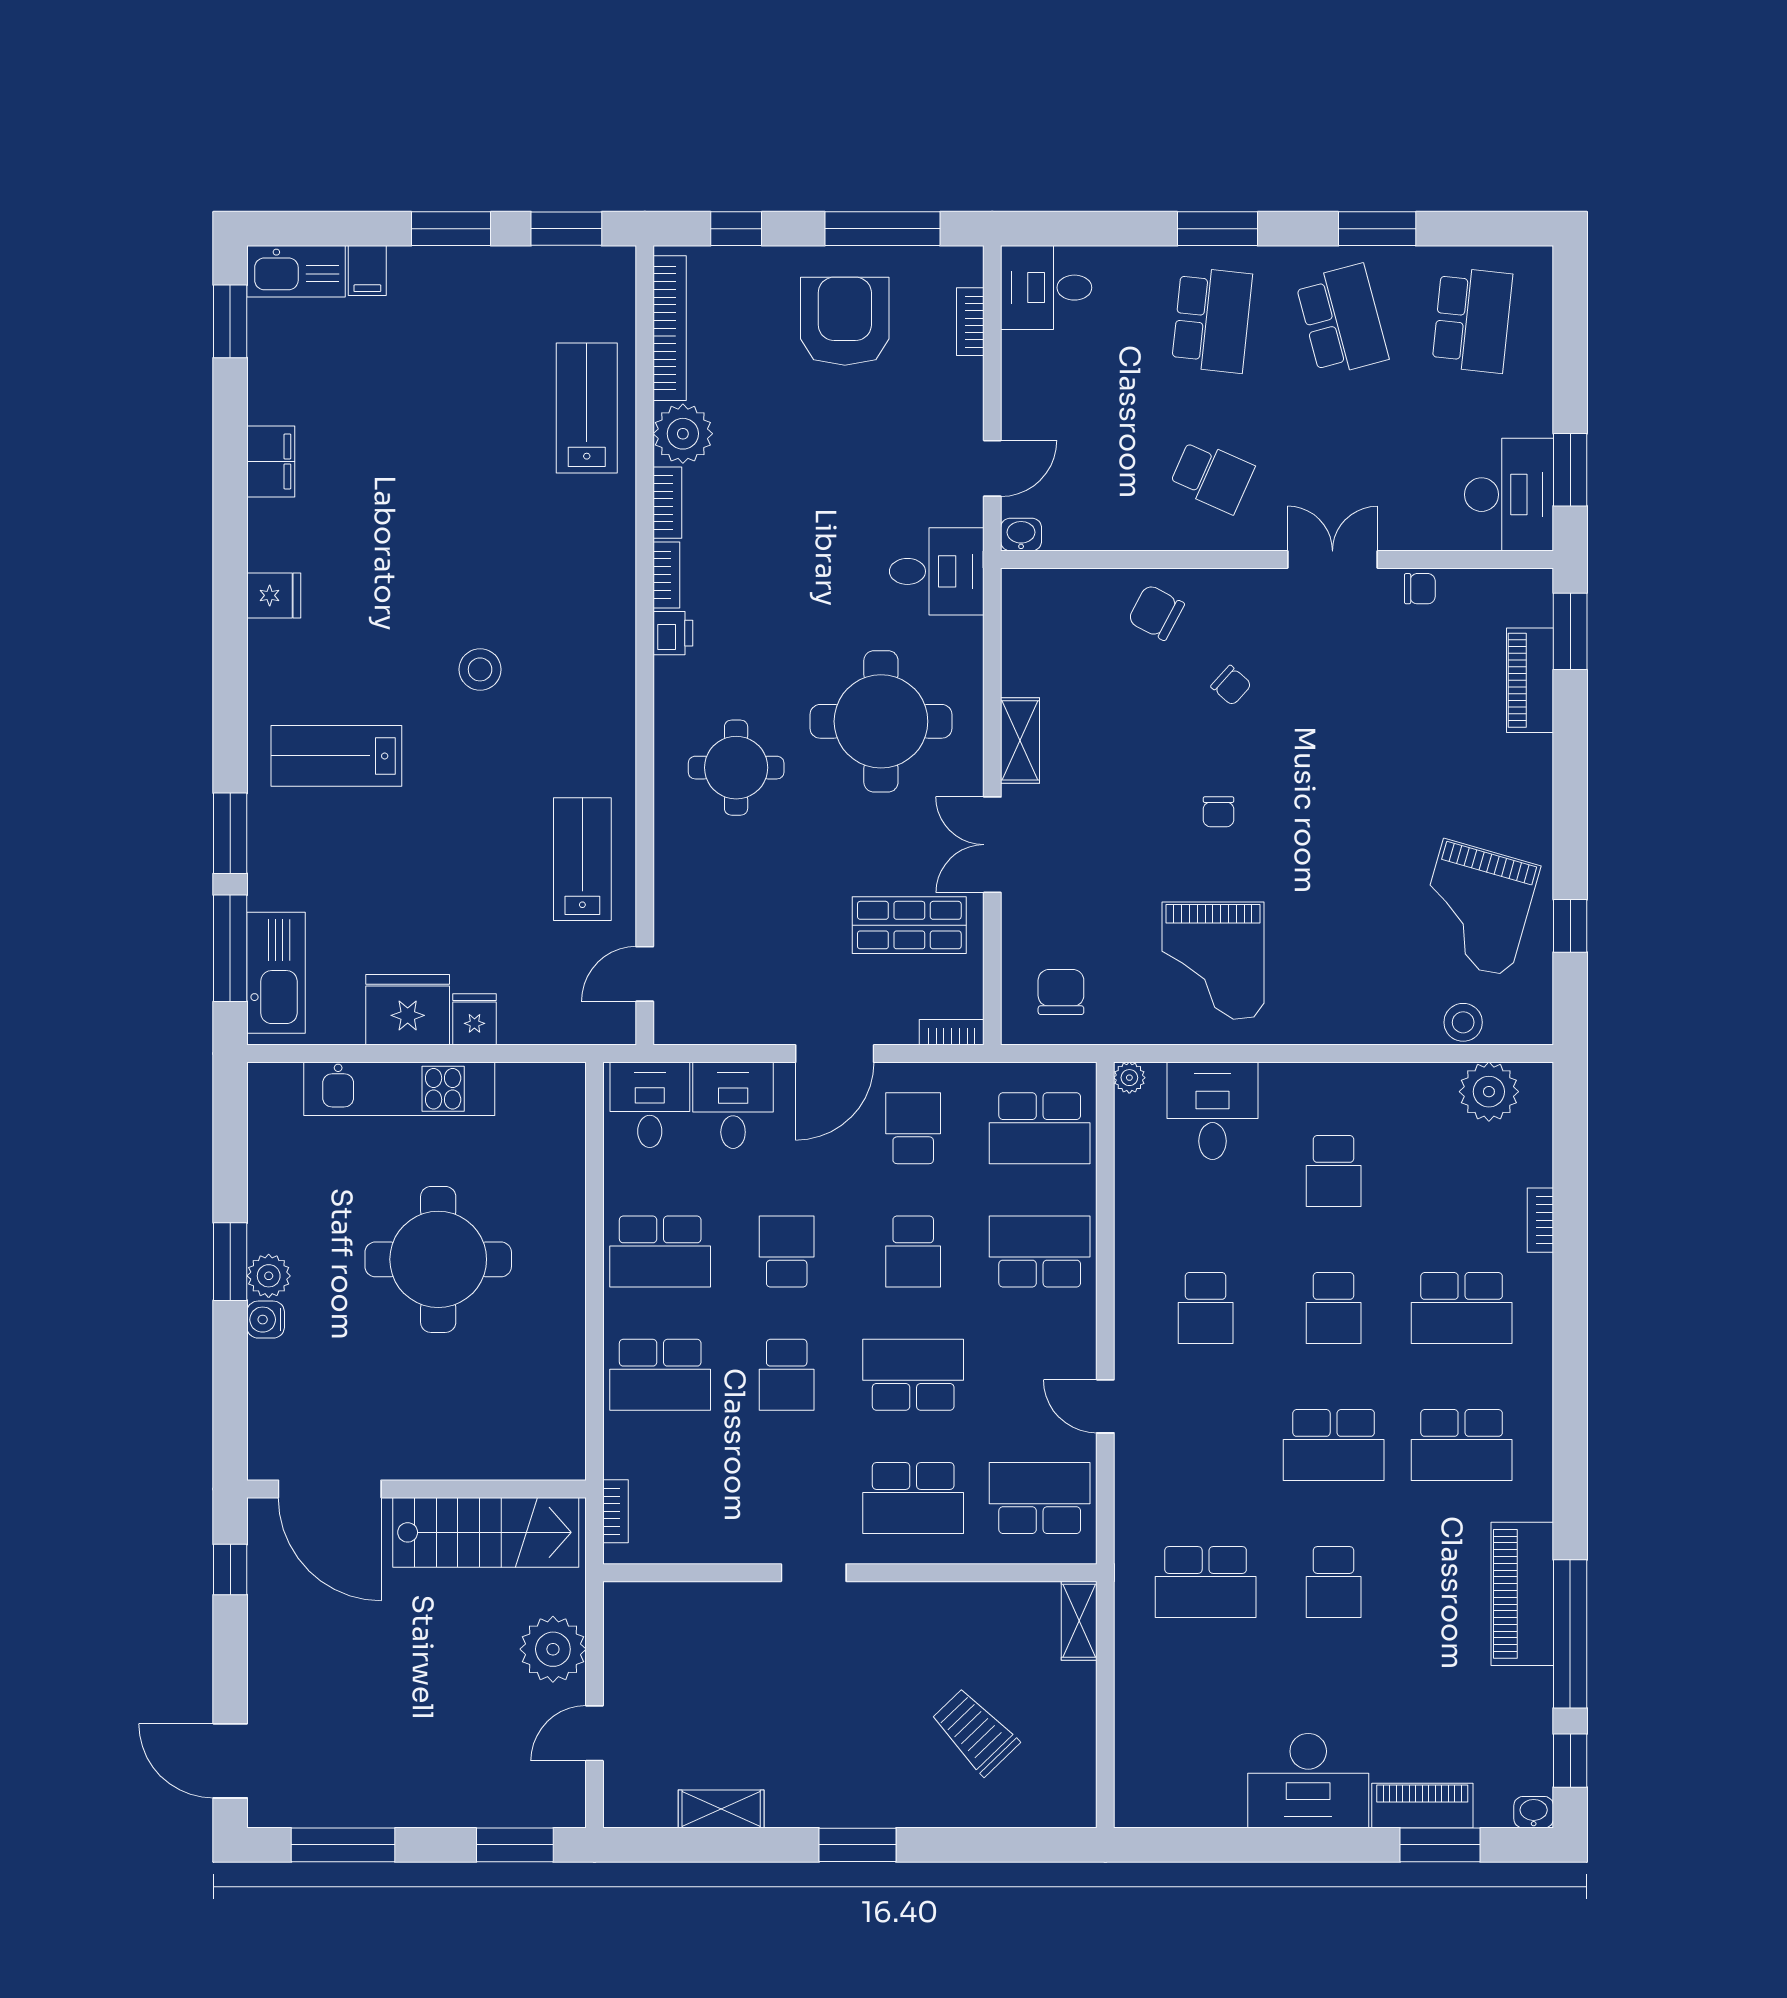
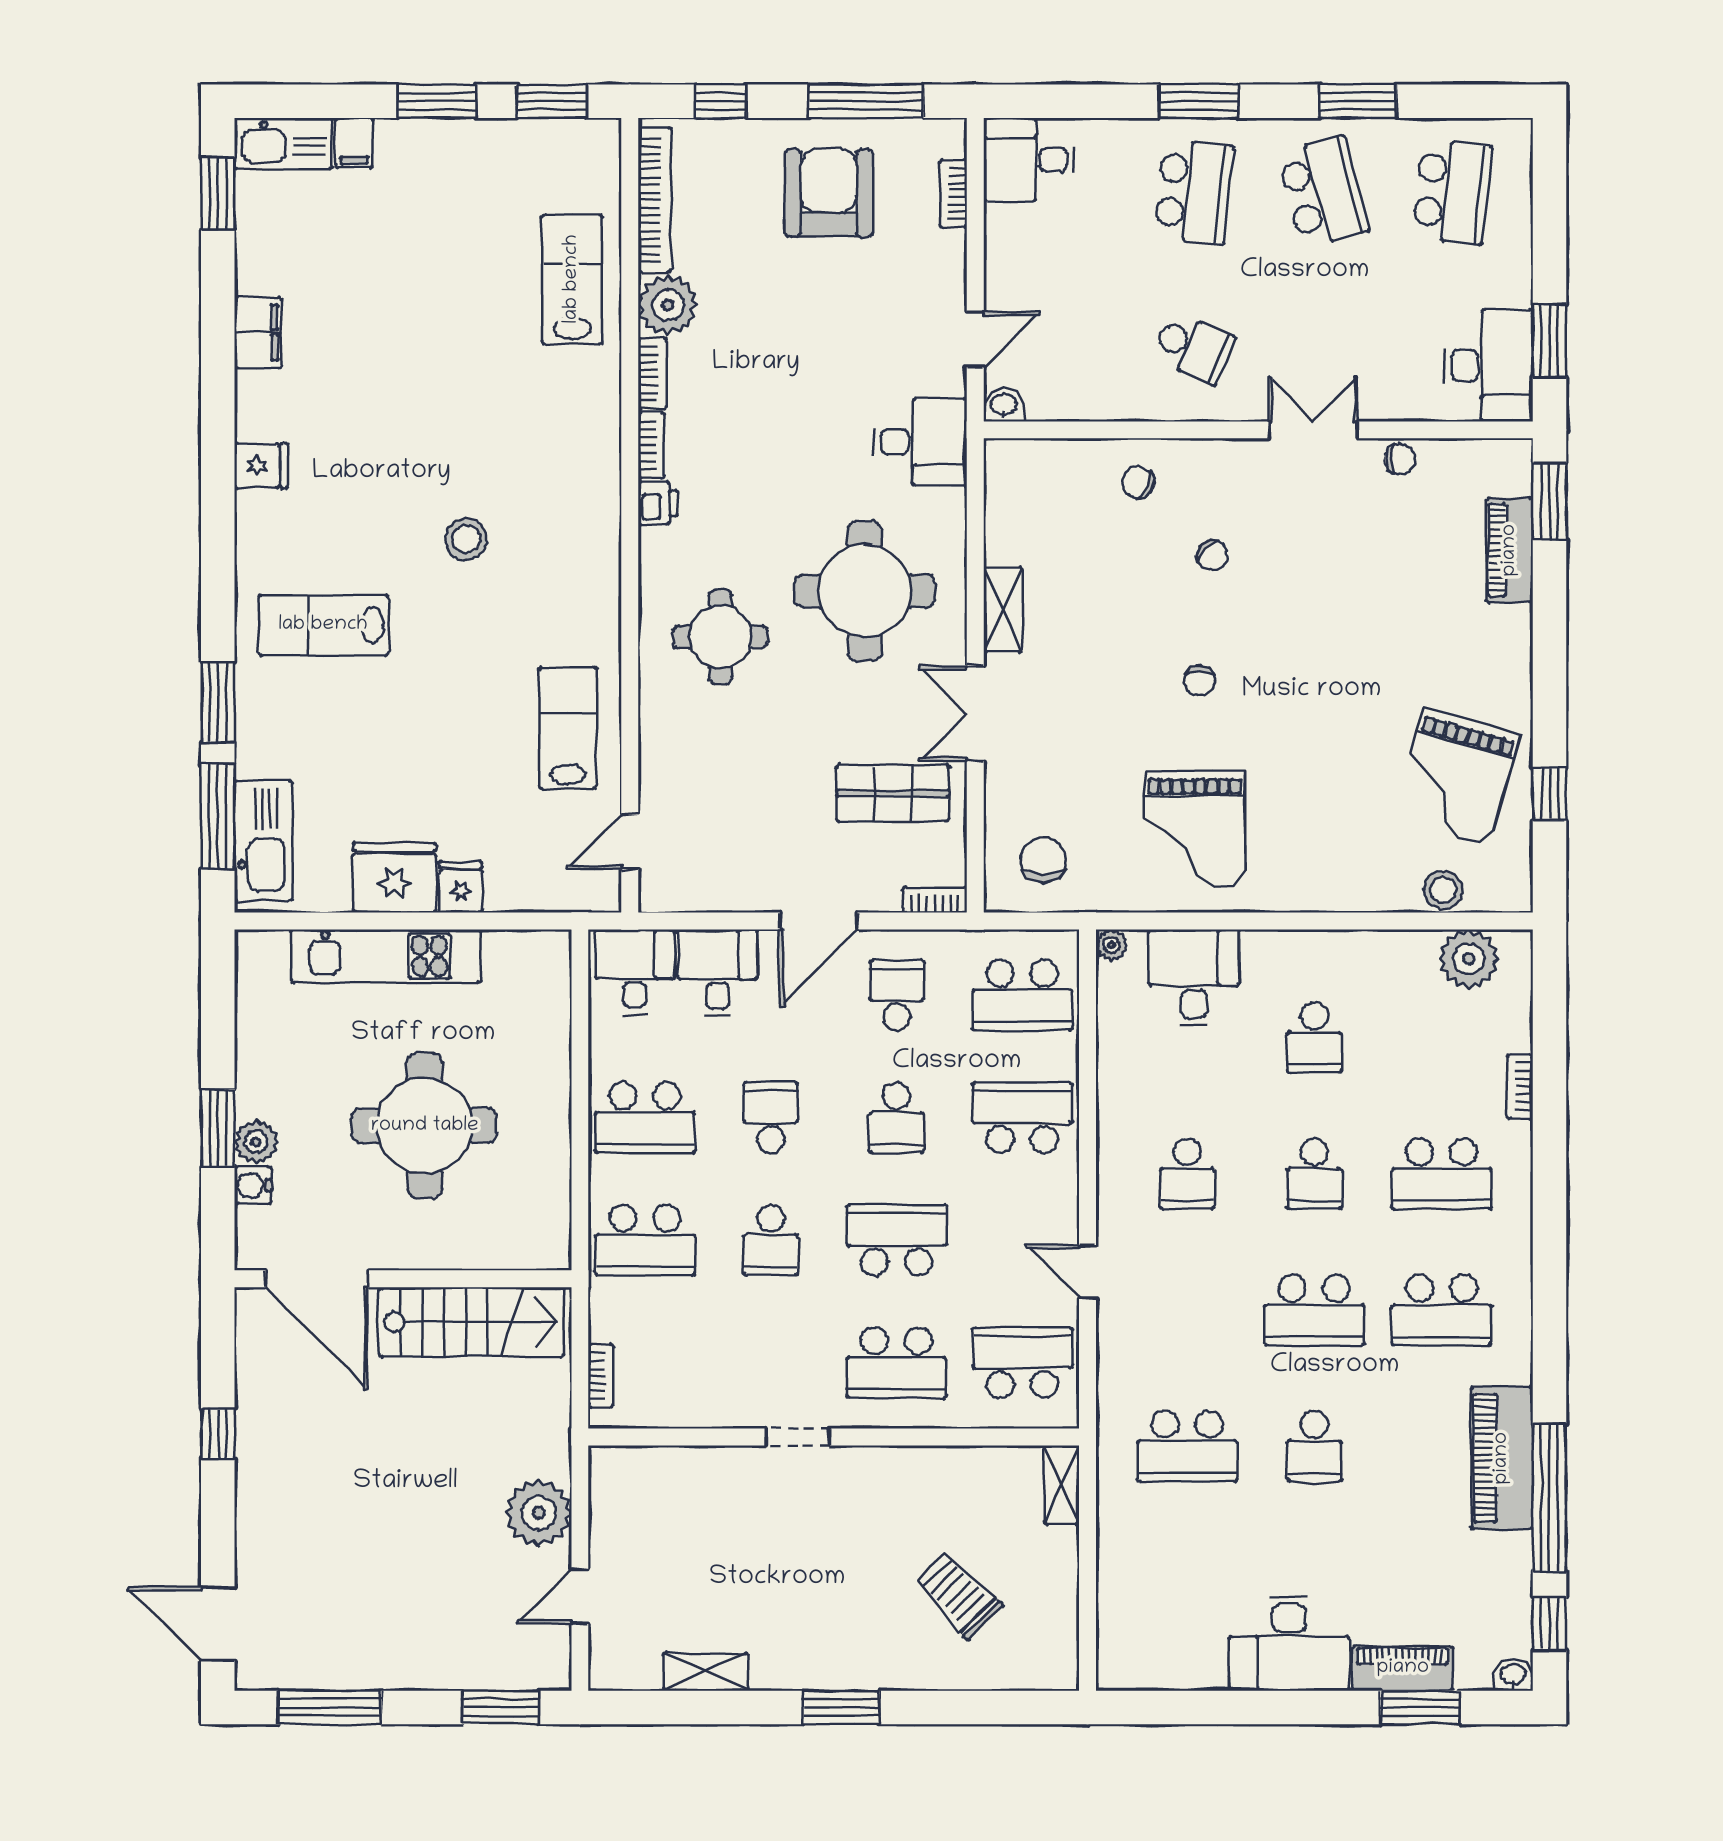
chair: (1156, 612) -> (1138, 482), width x0.73, depth x0.73
door: (330, 1489) -> (317, 1279), moved
wall: (417, 1489) -> (403, 1279), moved
stairs: (486, 1532) -> (472, 1322), moved

